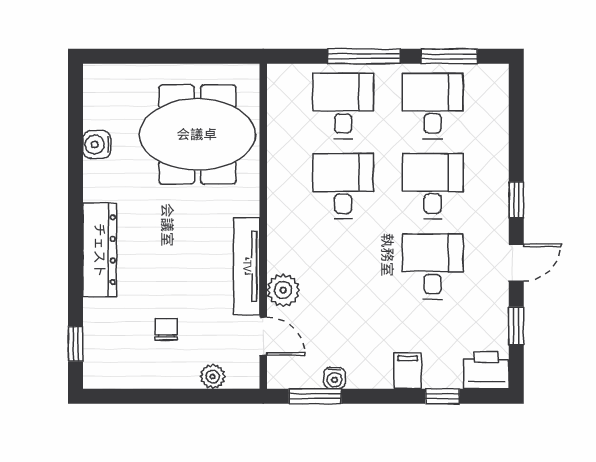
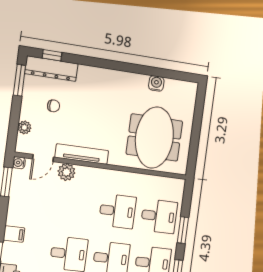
window: (364, 56) -> (183, 230), width x0.69
dresser: (100, 250) -> (51, 69), moved
water cooler: (335, 378) -> (19, 163), moved
window: (129, 396) -> (19, 80), added

